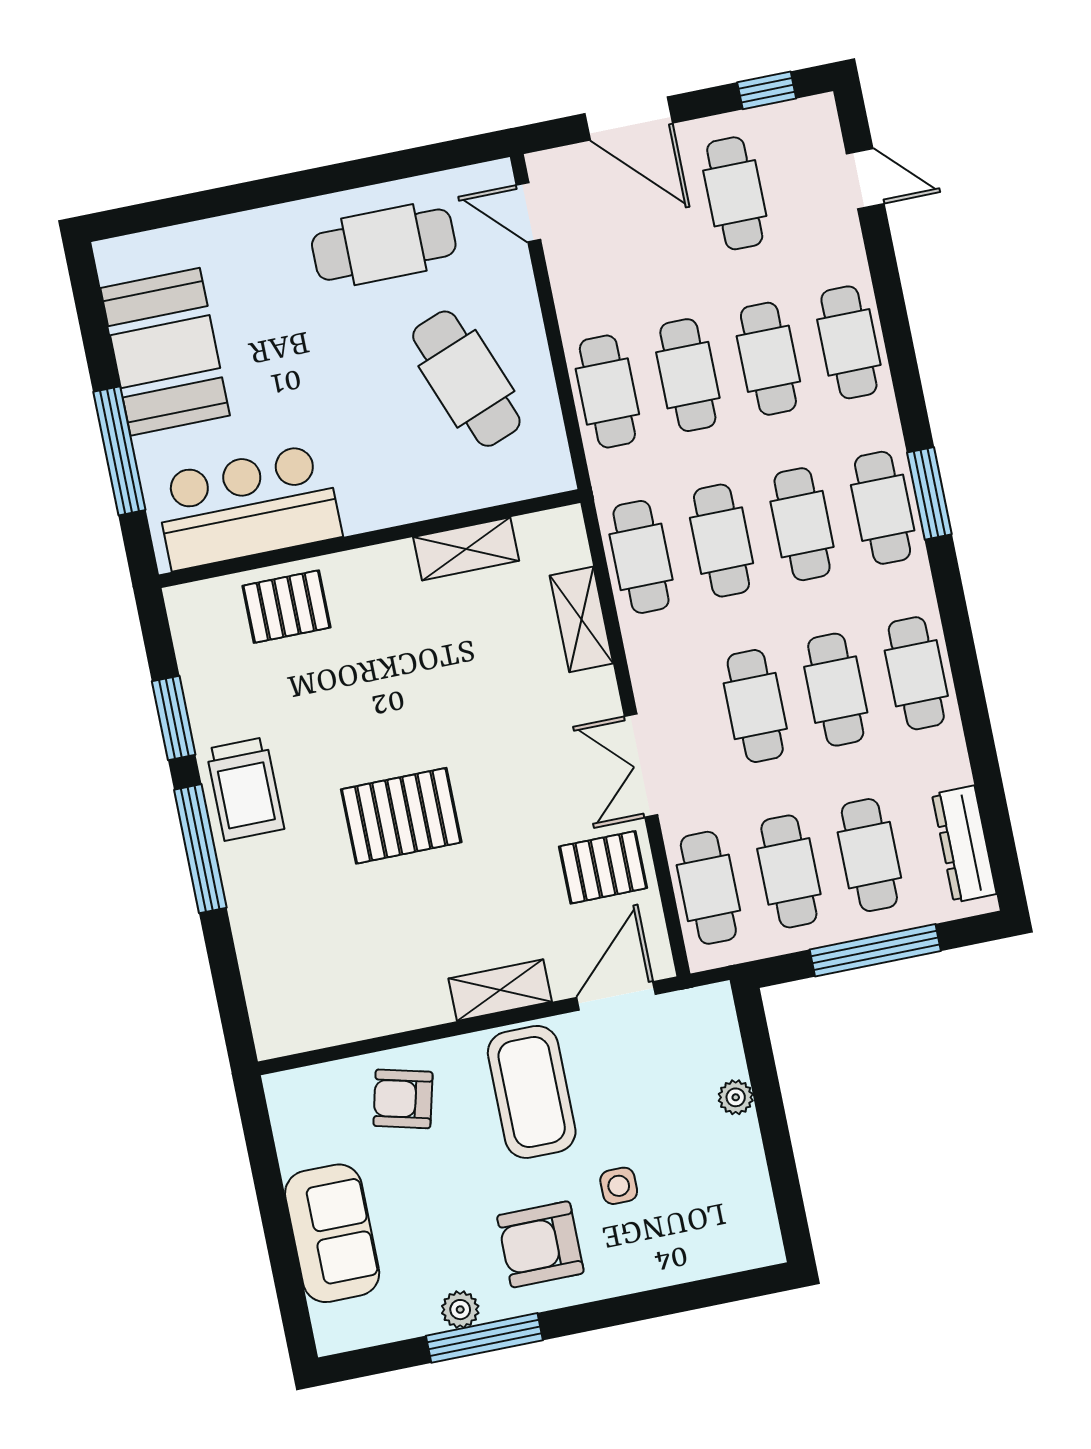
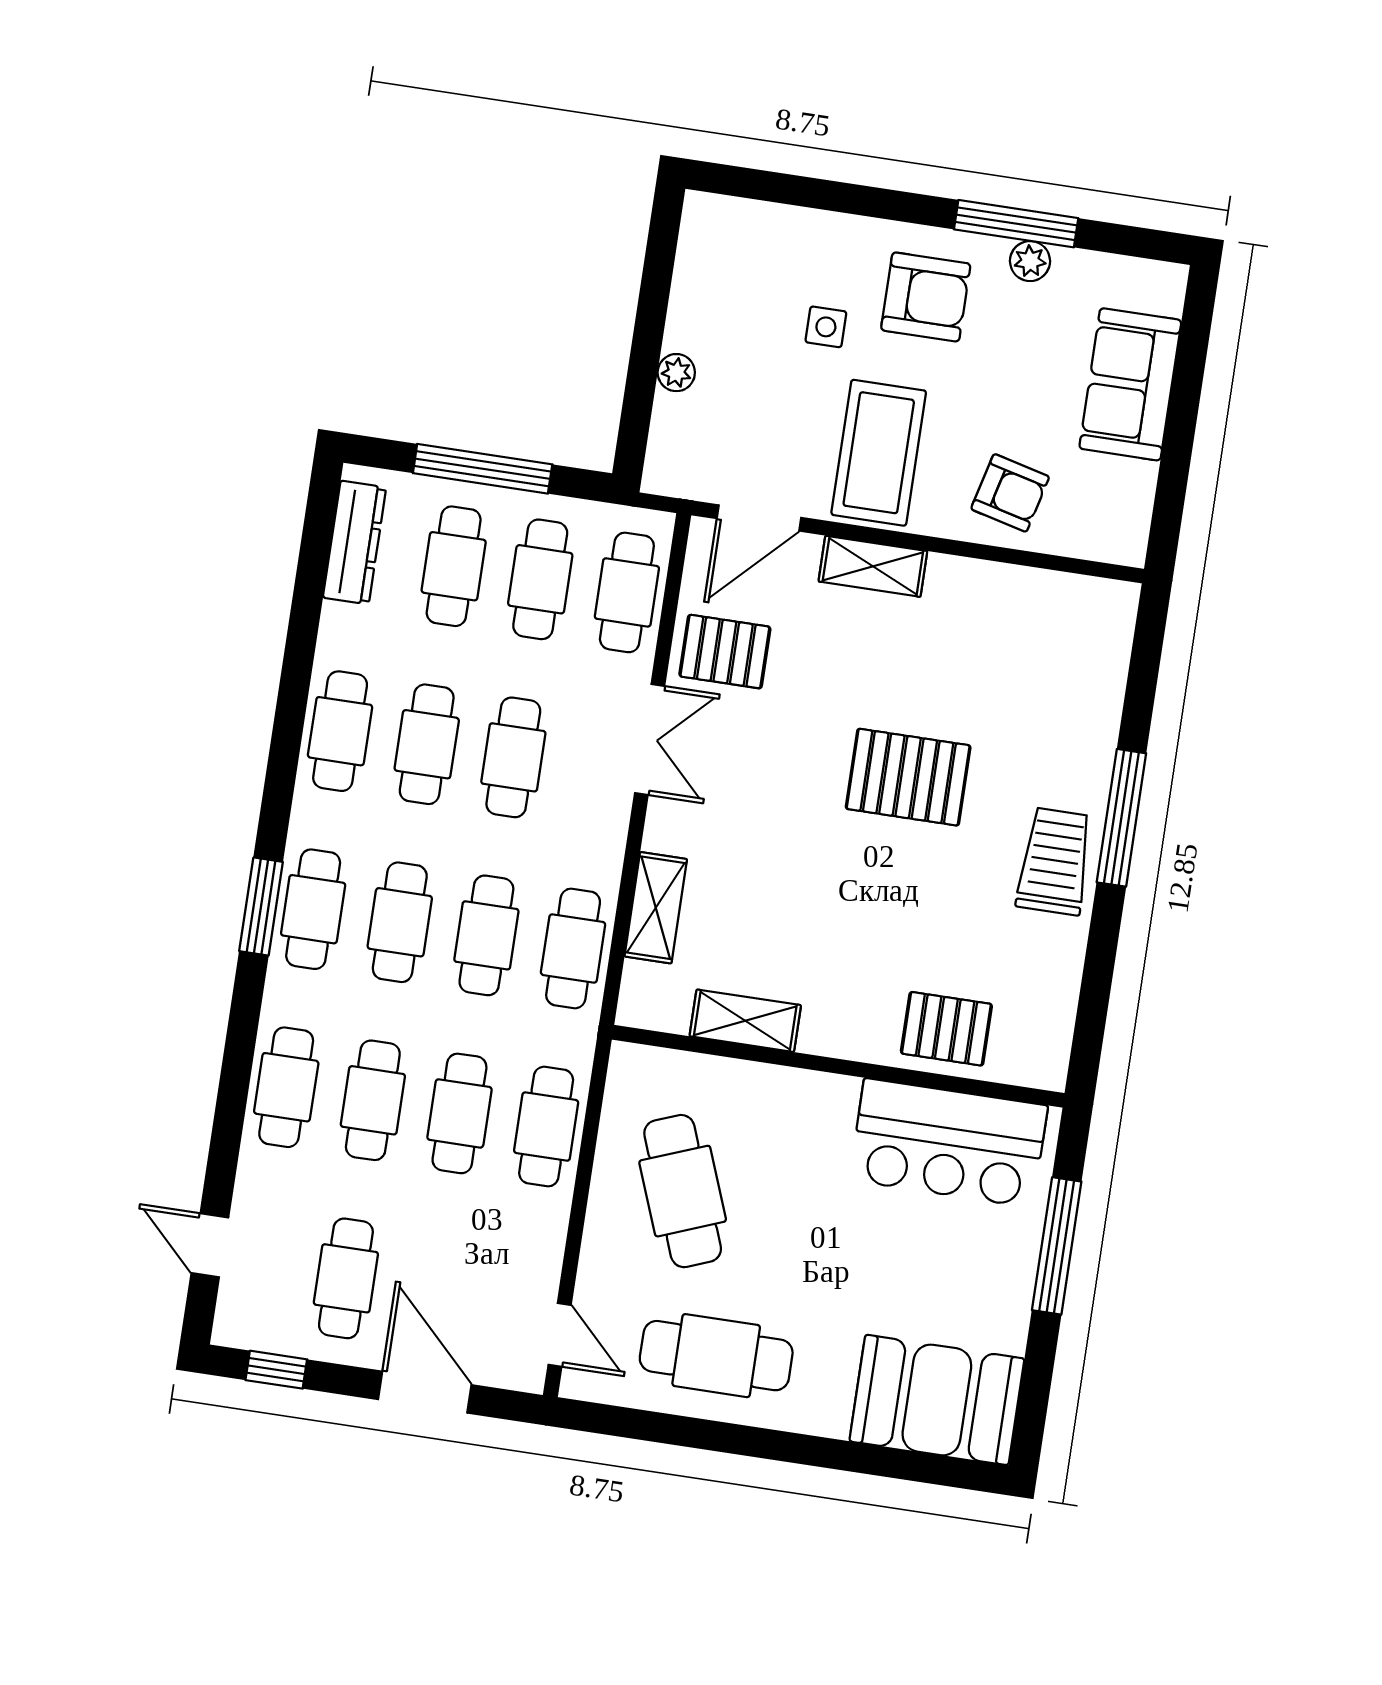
booth: (165, 352) -> (937, 1400), moved, turned 90
window: (174, 718) -> (1100, 959), removed

